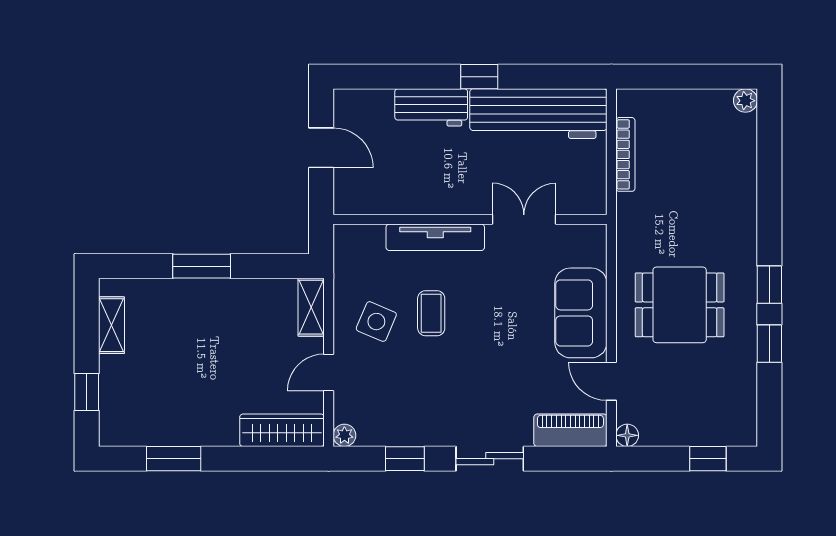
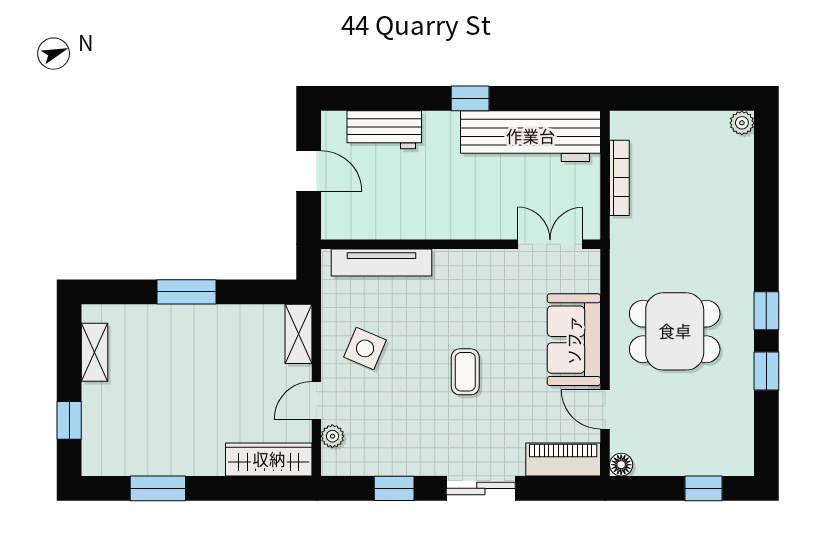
workbench: (431, 107) -> (384, 130), moved
double door: (524, 219) -> (550, 244), moved
tv unit: (435, 237) -> (381, 262), moved
coffee table: (431, 313) -> (465, 372), moved
plant: (344, 435) -> (332, 436), moved

